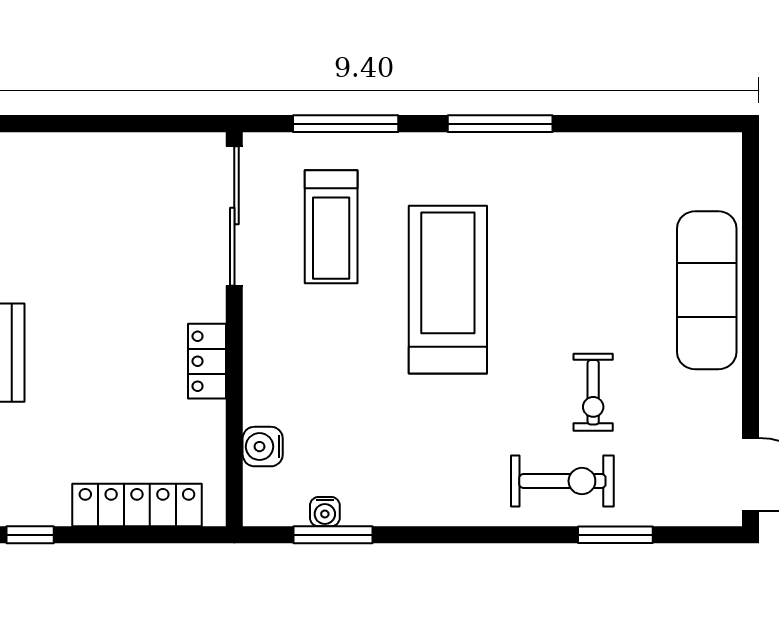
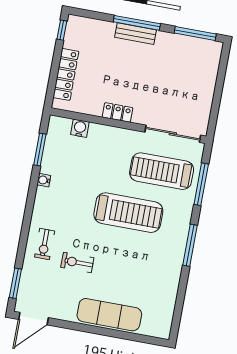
treadmill: (331, 227) -> (162, 171), width x1.37, depth x1.38
exercise bike: (562, 481) -> (45, 244), width x0.73, depth x0.72
water cooler: (325, 512) -> (44, 180), moved
window: (615, 535) -> (15, 283), moved

